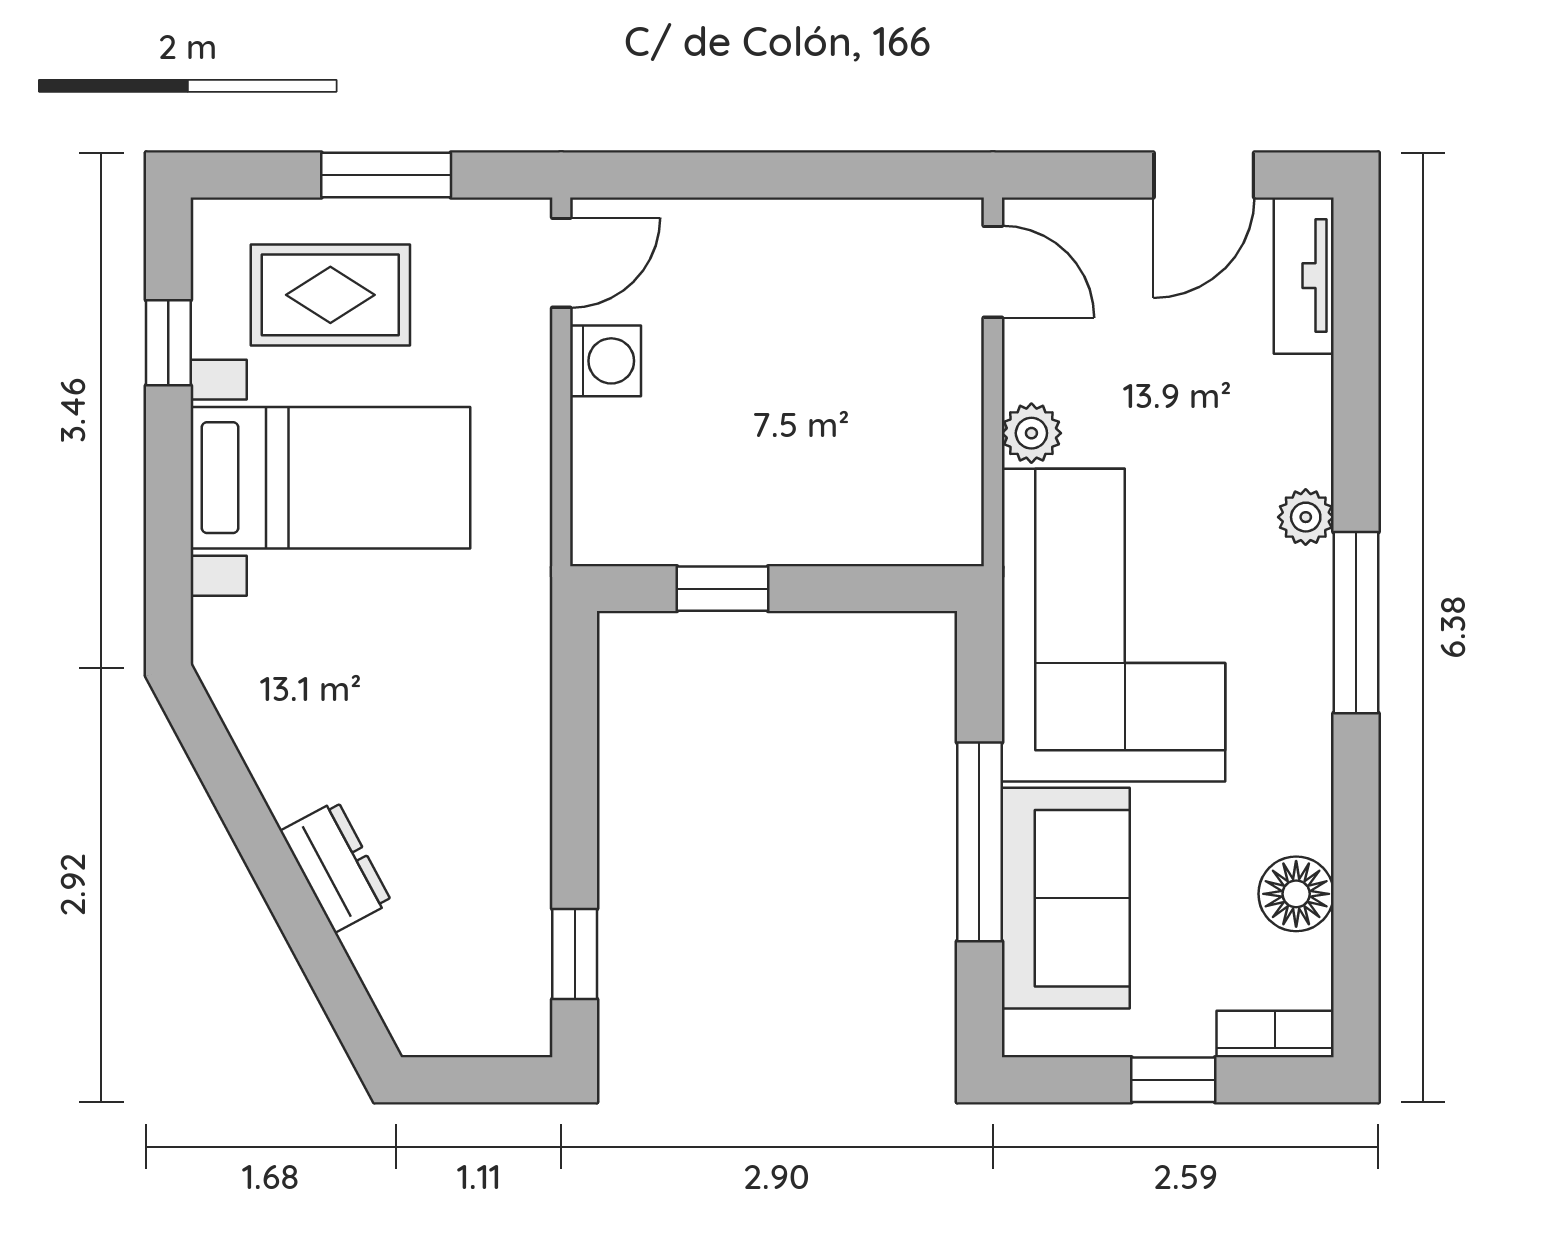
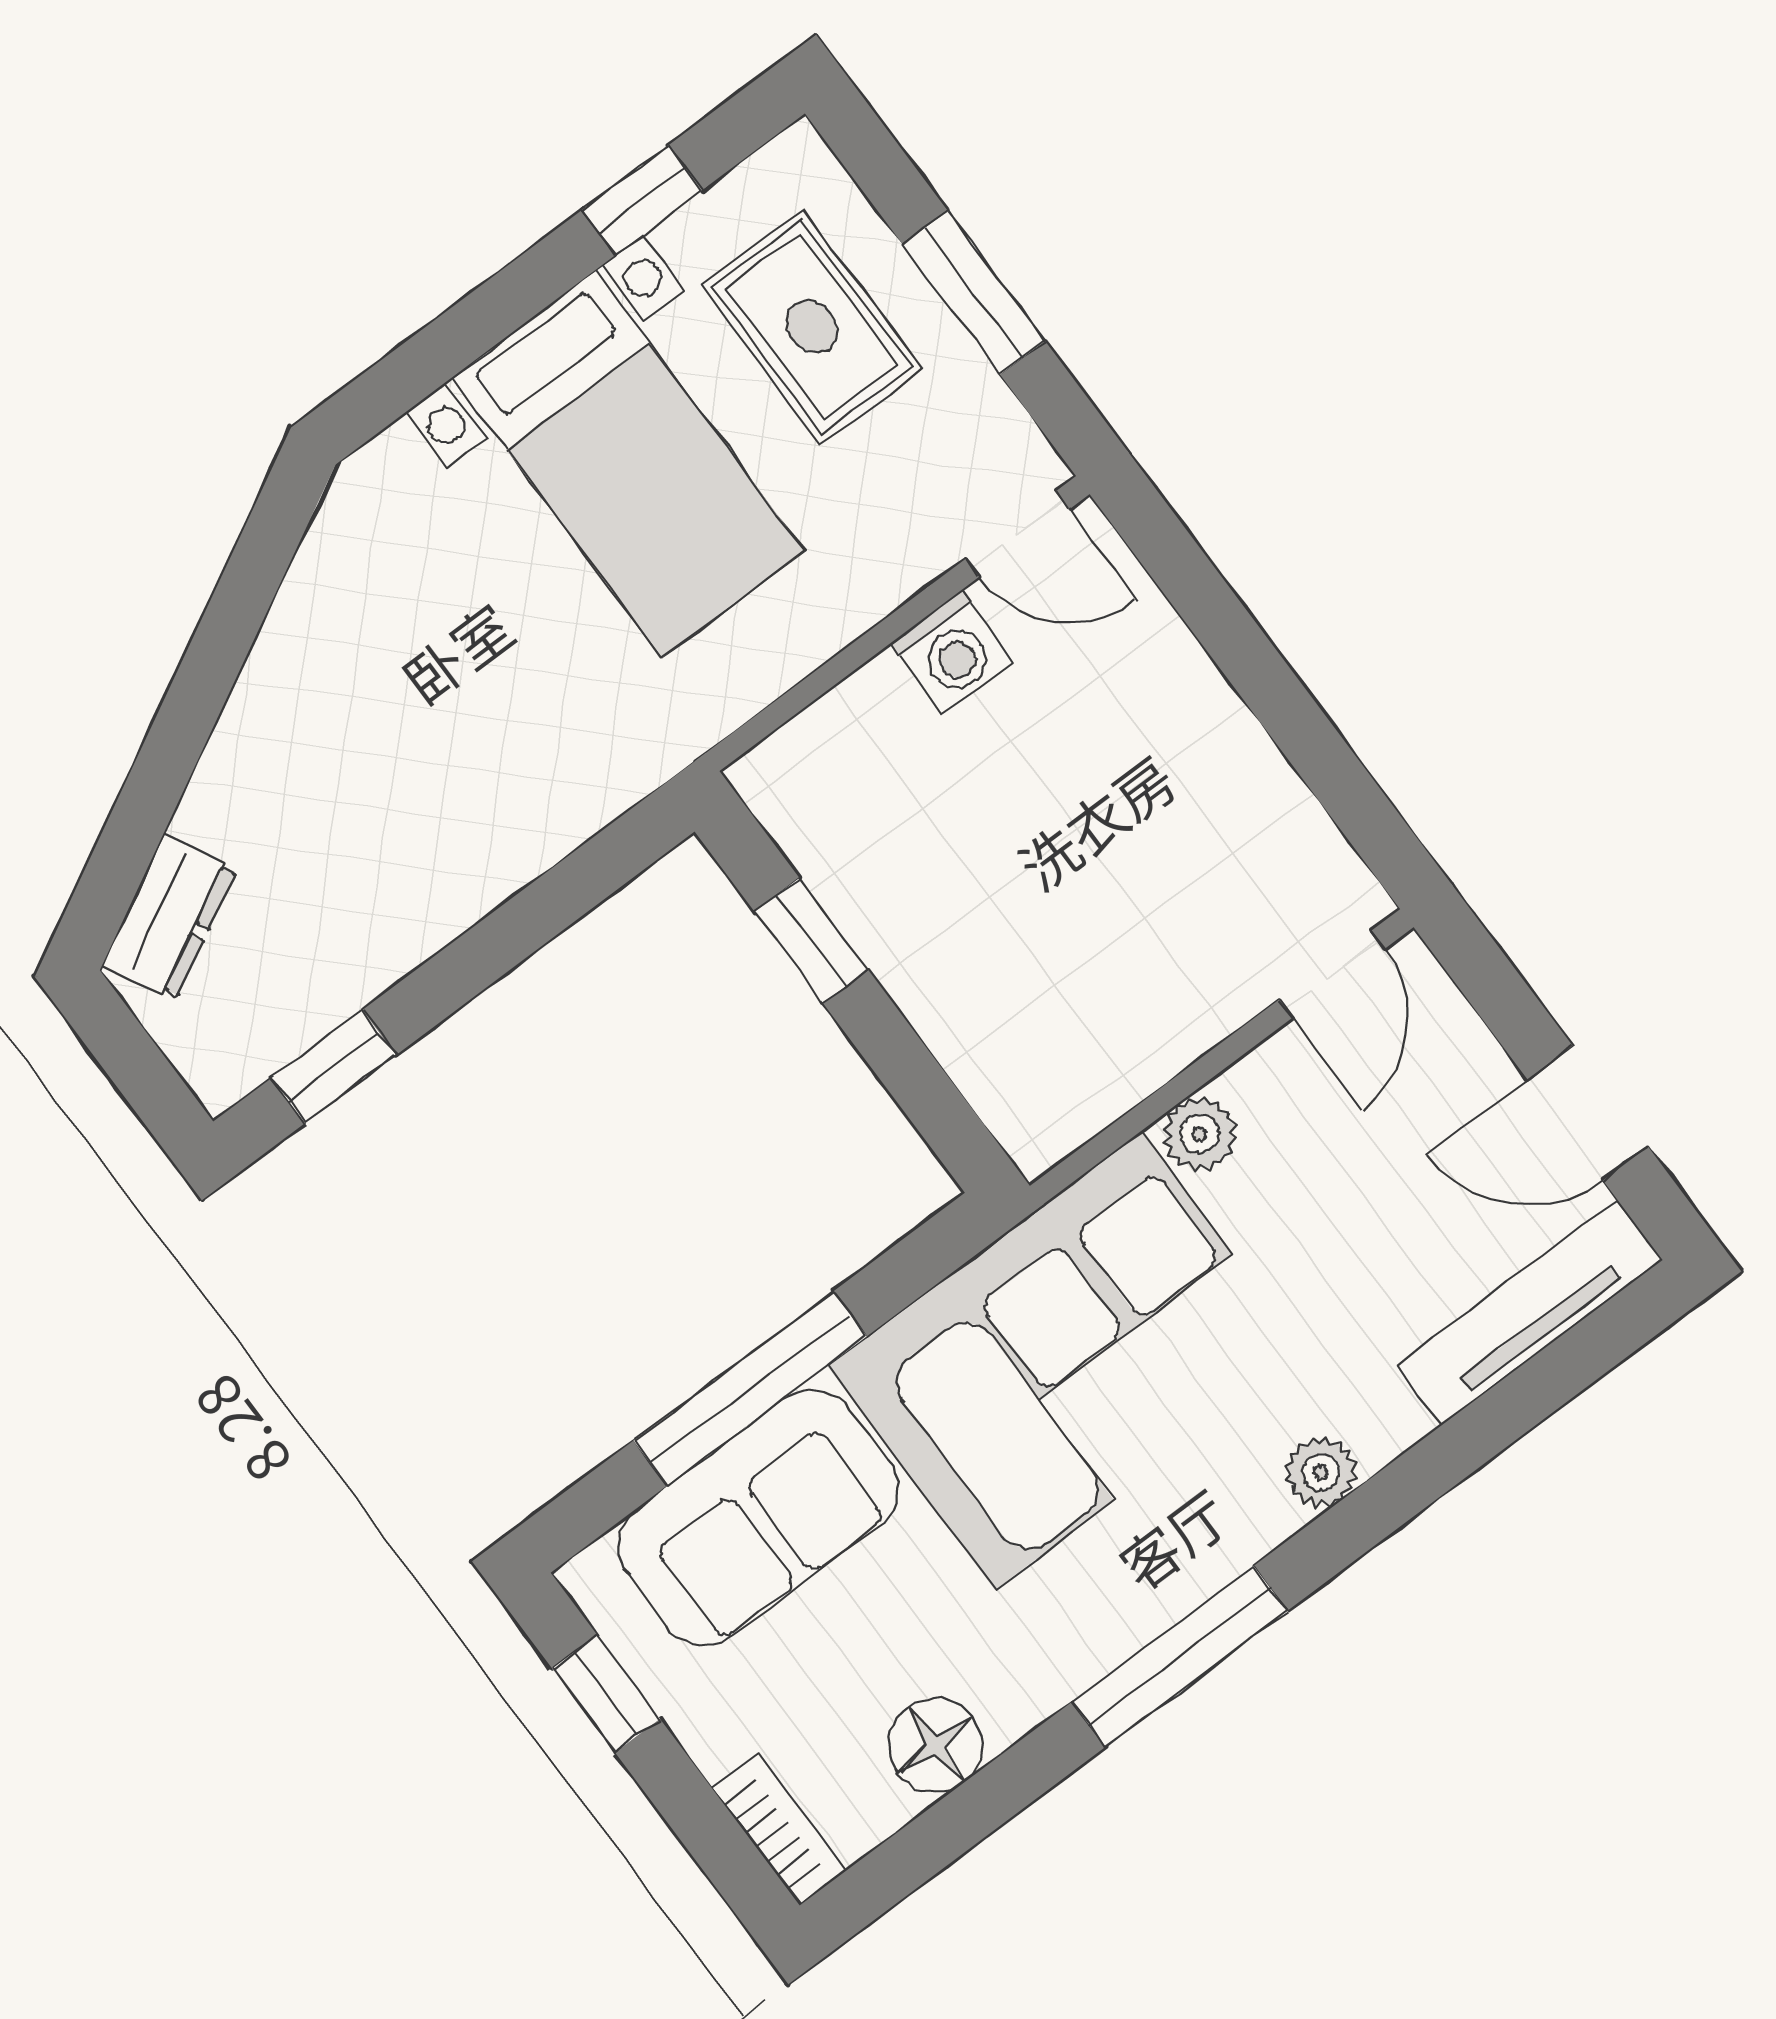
tv unit: (1304, 276) -> (1530, 1313), width x1.41
window: (1356, 623) -> (1180, 1656), moved
dresser: (336, 867) -> (170, 917), moved
window: (1173, 1080) -> (606, 1694), moved

